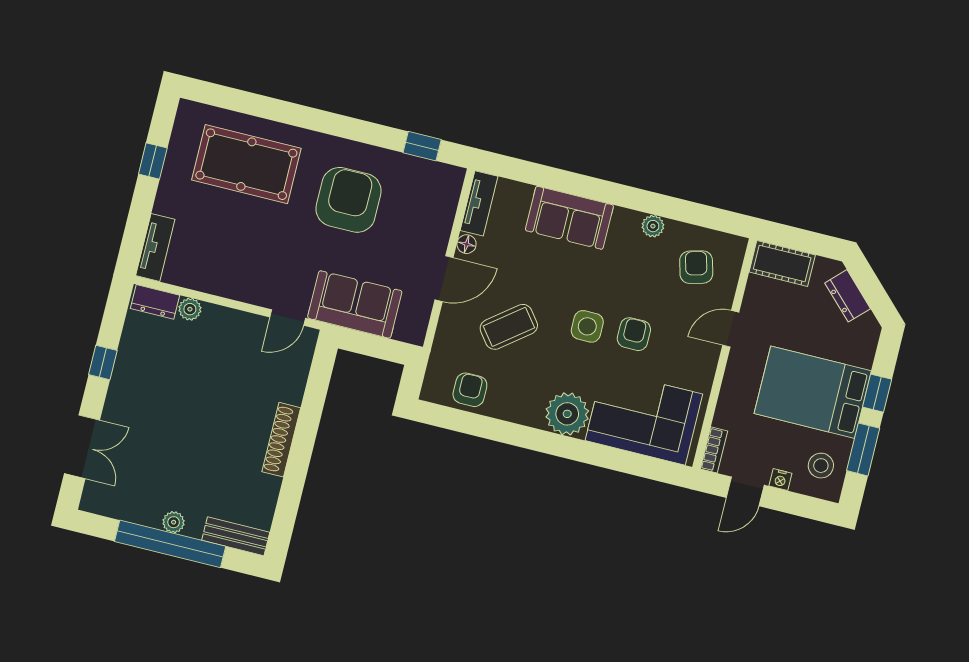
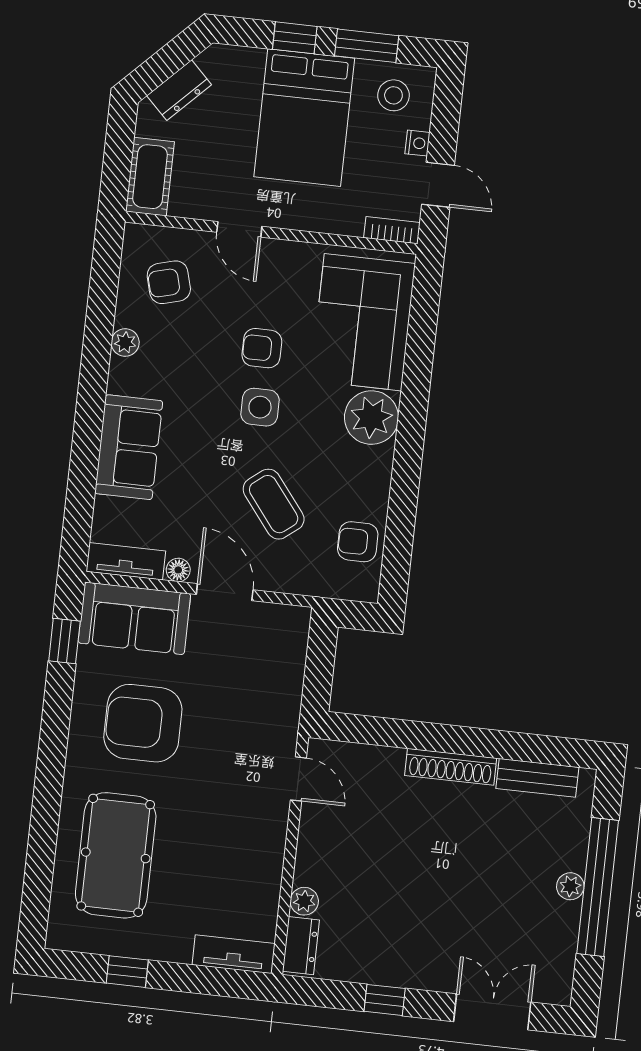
sofa: (355, 304) -> (134, 618), moved, turned -90
bench: (236, 536) -> (537, 778), moved, turned 90

